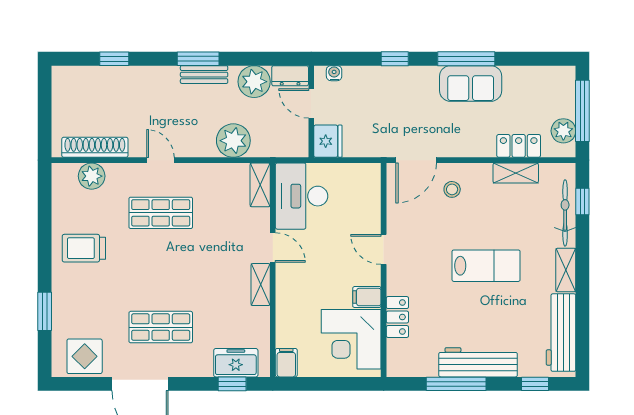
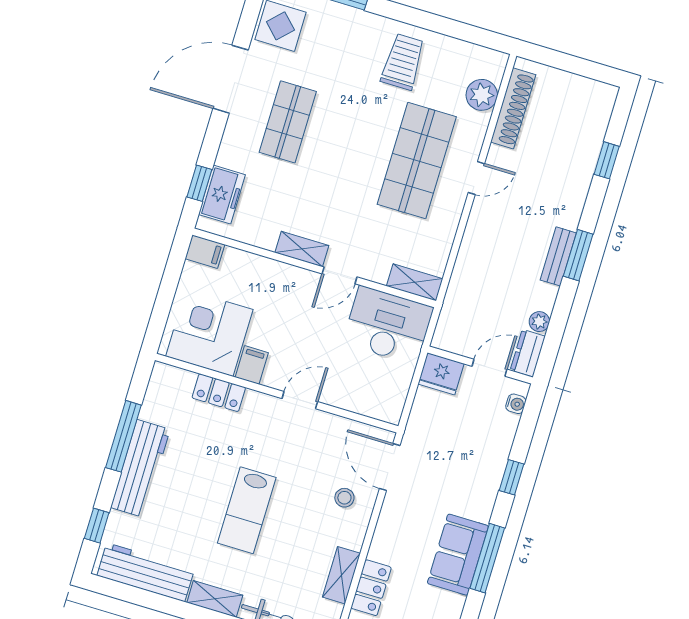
plant: (254, 82) -> (539, 322), width x0.53, depth x0.53
plant: (233, 141) -> (474, 267), removed
shop shelf: (161, 213) -> (417, 161), width x1.43, depth x1.36

